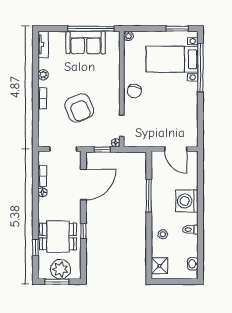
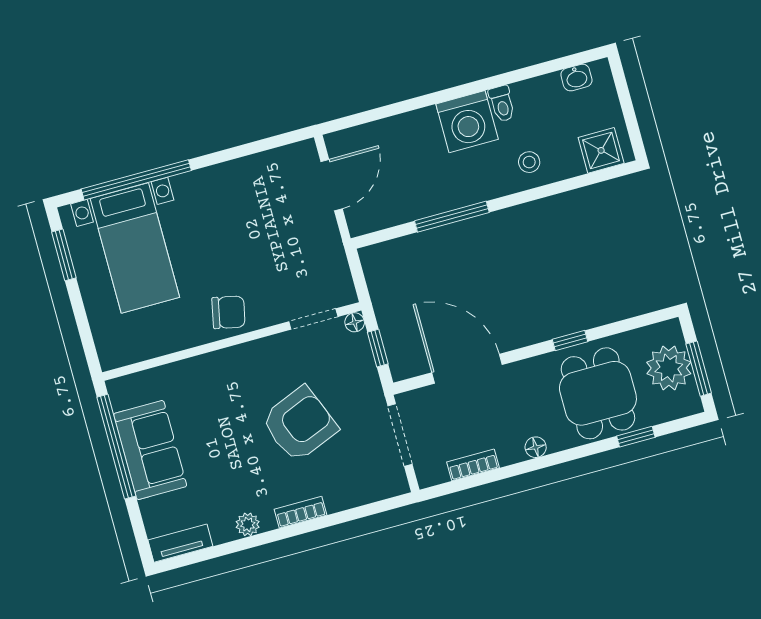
plant: (128, 36) -> (110, 359), removed
floor lamp: (43, 192) -> (536, 447), moved
washing machine: (187, 201) -> (467, 122), moved

